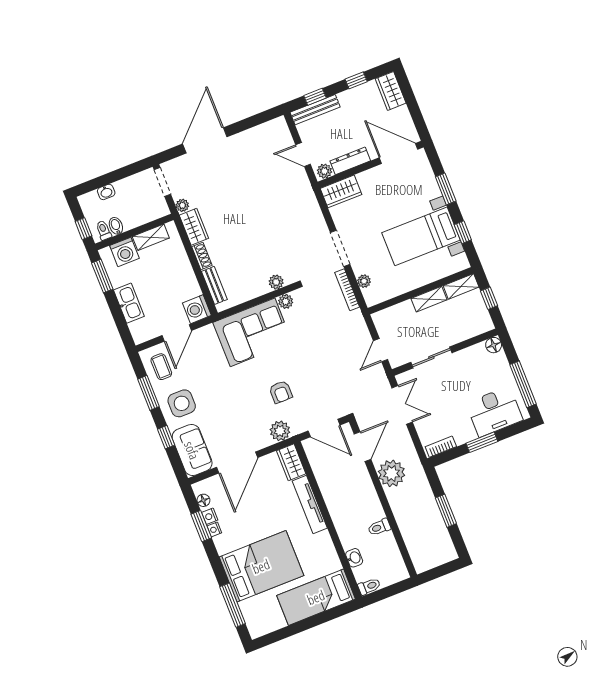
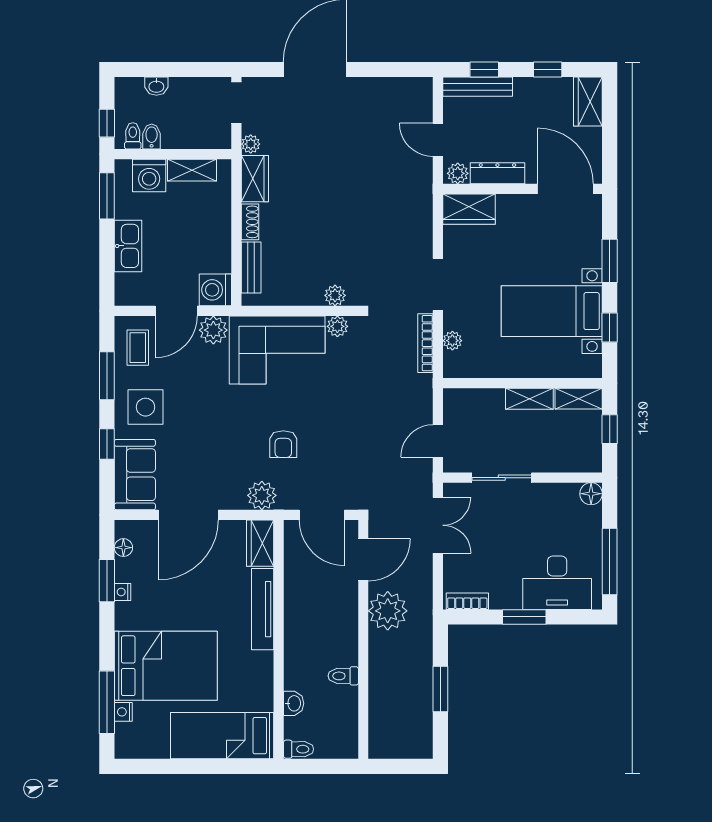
plant: (206, 336) -> (213, 330), added
nightstand: (210, 516) -> (123, 712), moved

